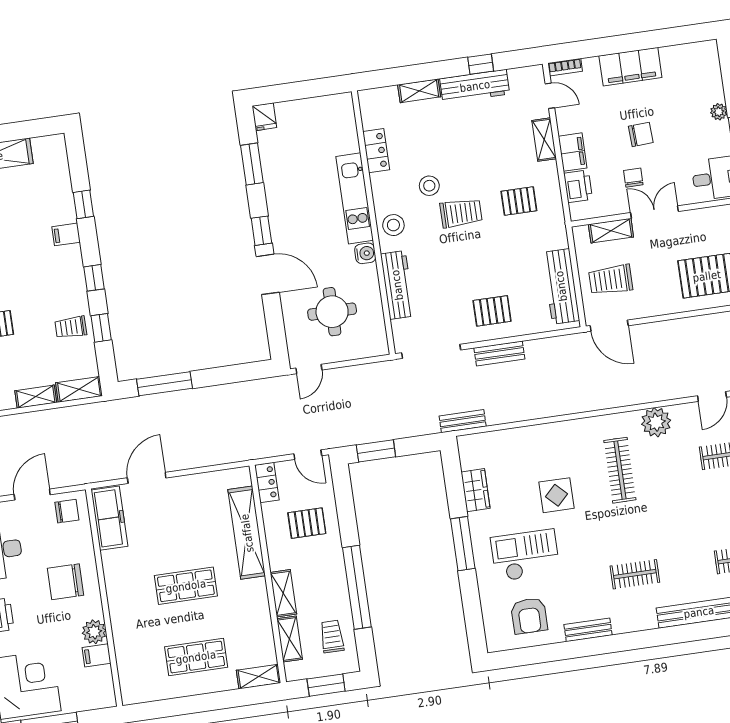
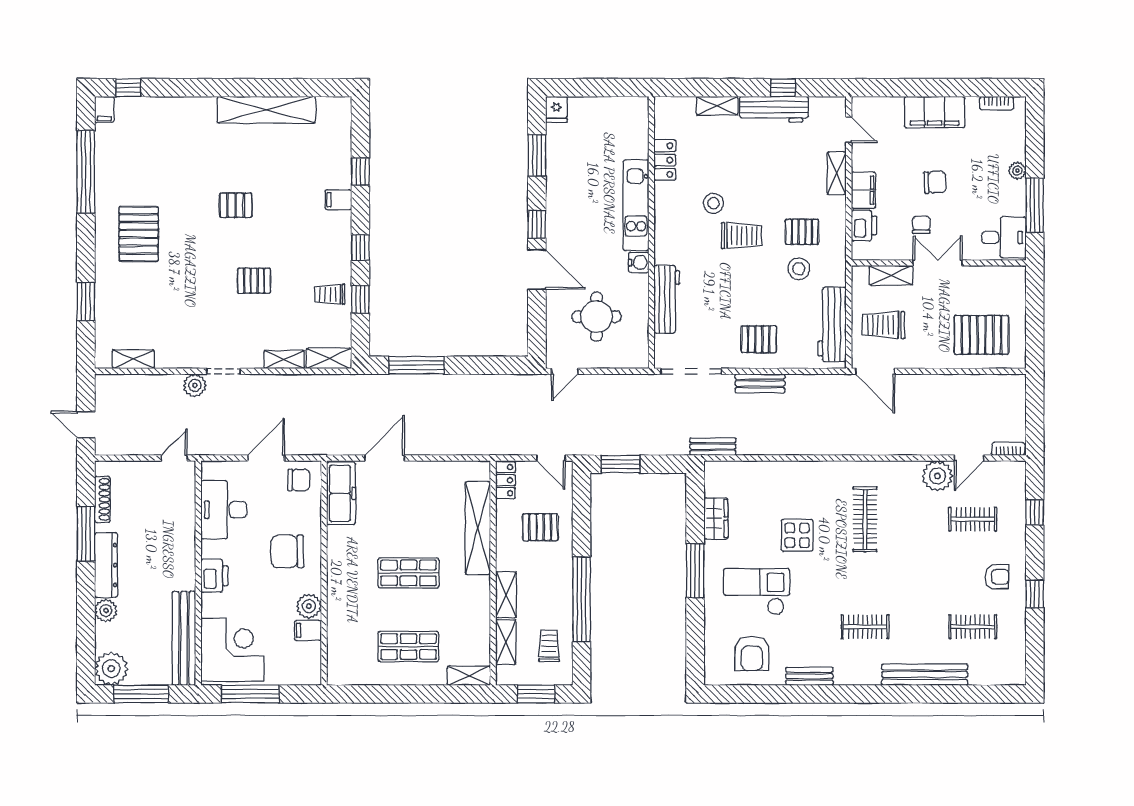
bookcase: (565, 67) -> (997, 103), moved
stool: (393, 225) -> (799, 269), moved
plant: (656, 422) -> (937, 476), moved

